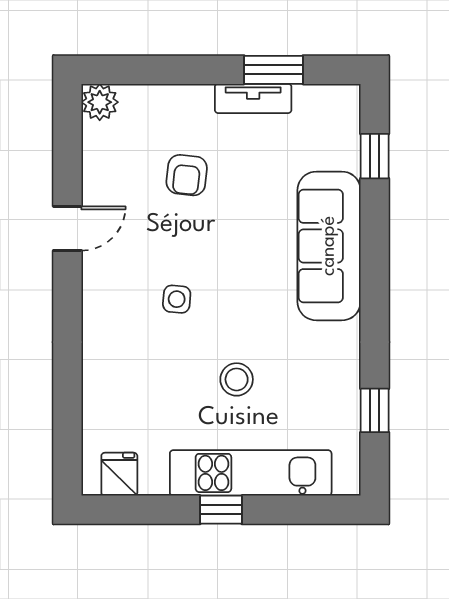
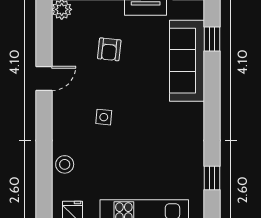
sofa: (329, 246) -> (187, 61), moved
stool: (237, 379) -> (65, 164), moved

